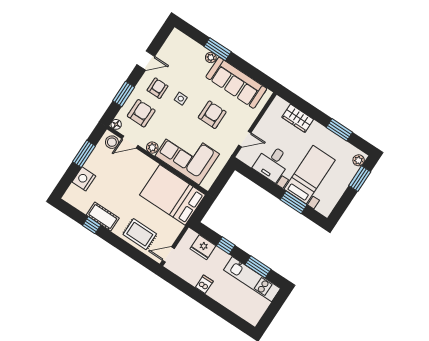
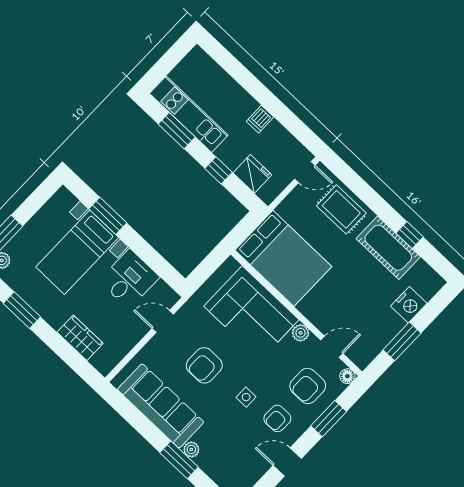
stool: (112, 142) -> (358, 351), removed
cot: (103, 217) -> (388, 248), width x1.37, depth x1.34

